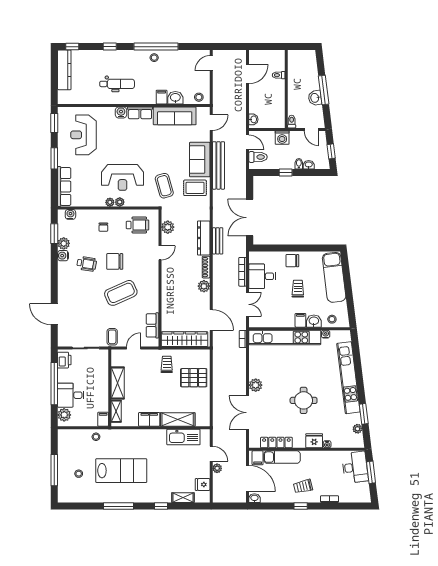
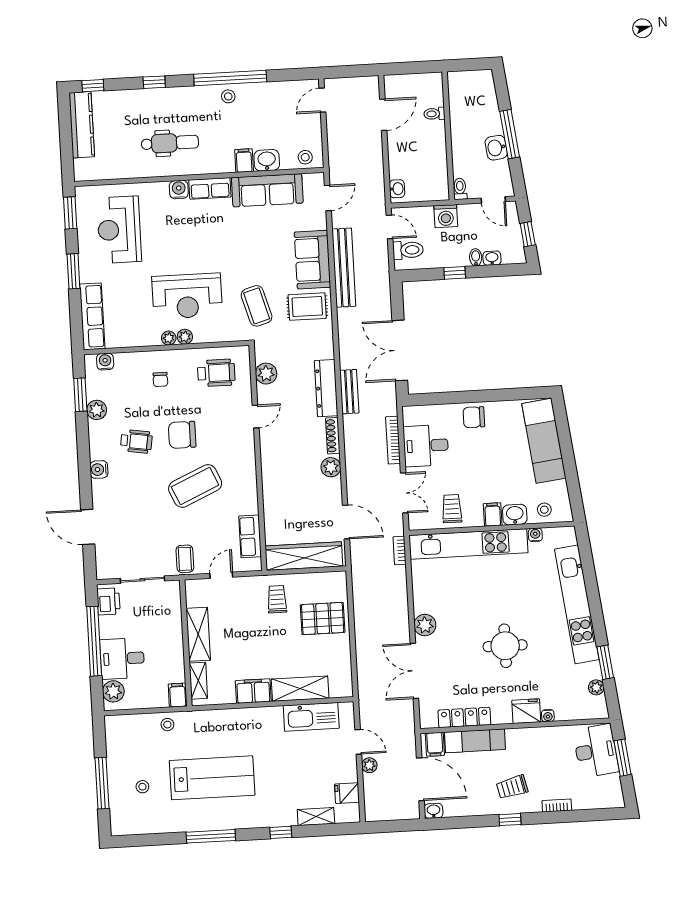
water cooler: (63, 256) -> (99, 469), moved
trolley: (298, 289) -> (452, 509), moved

